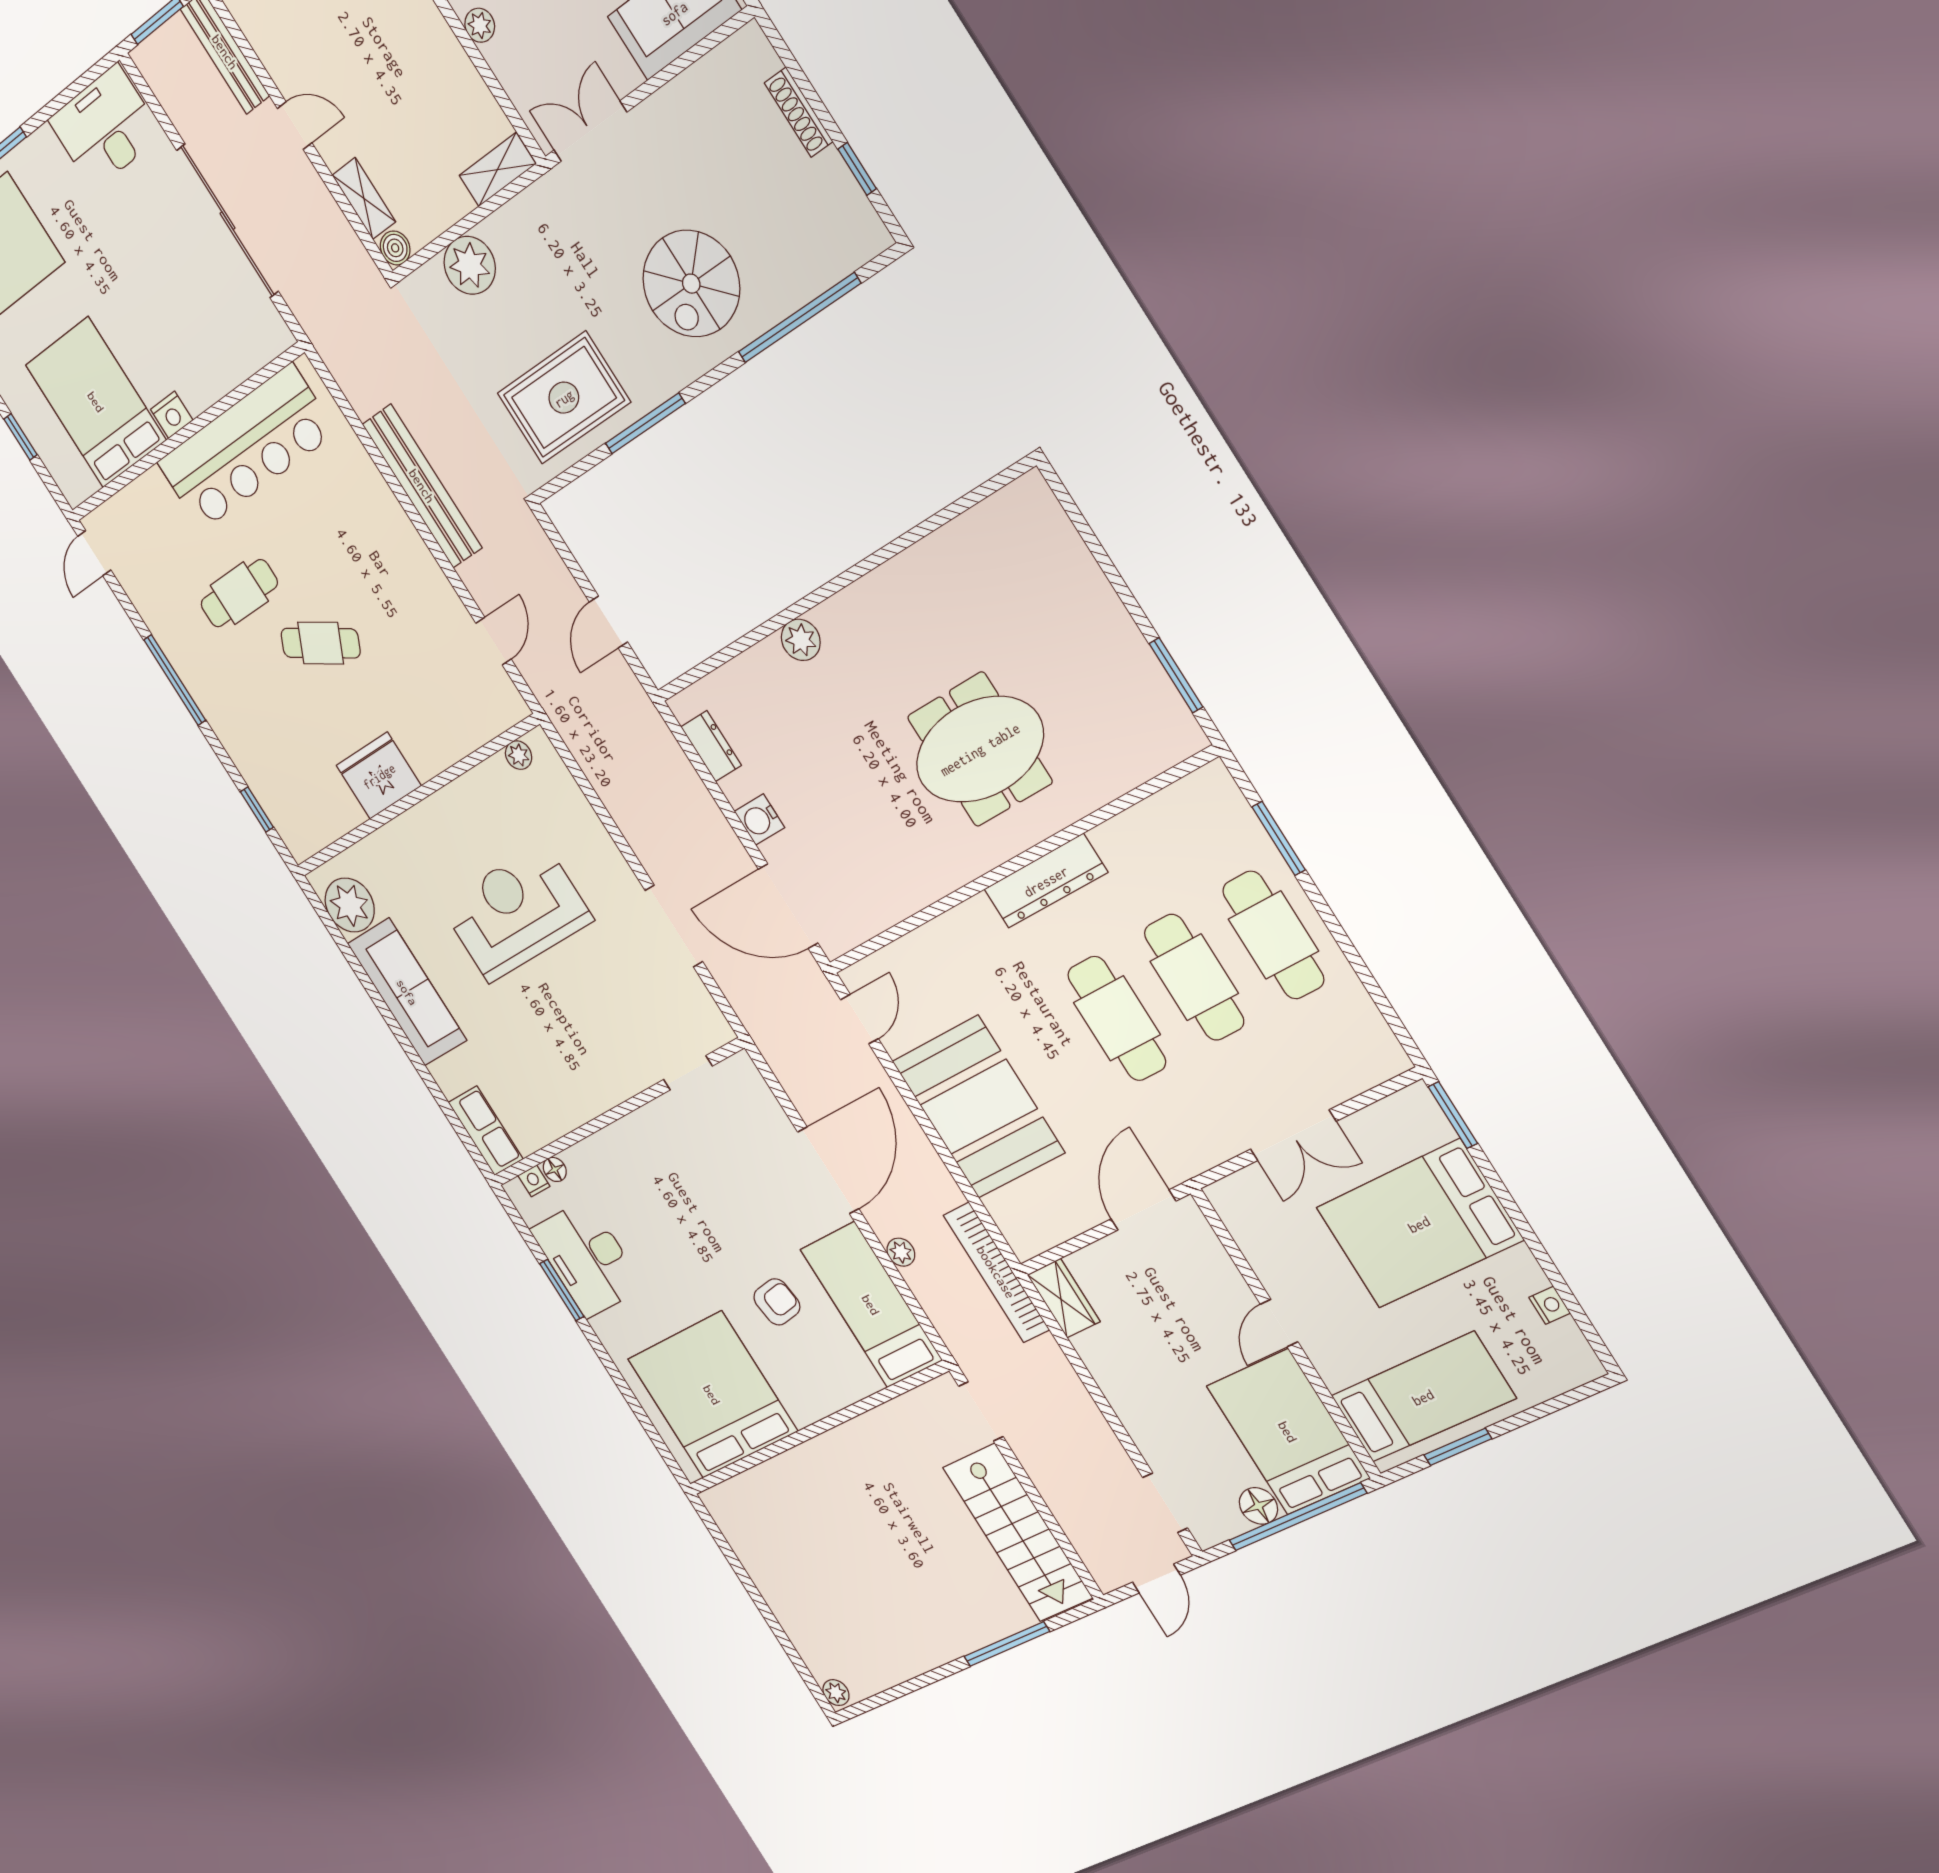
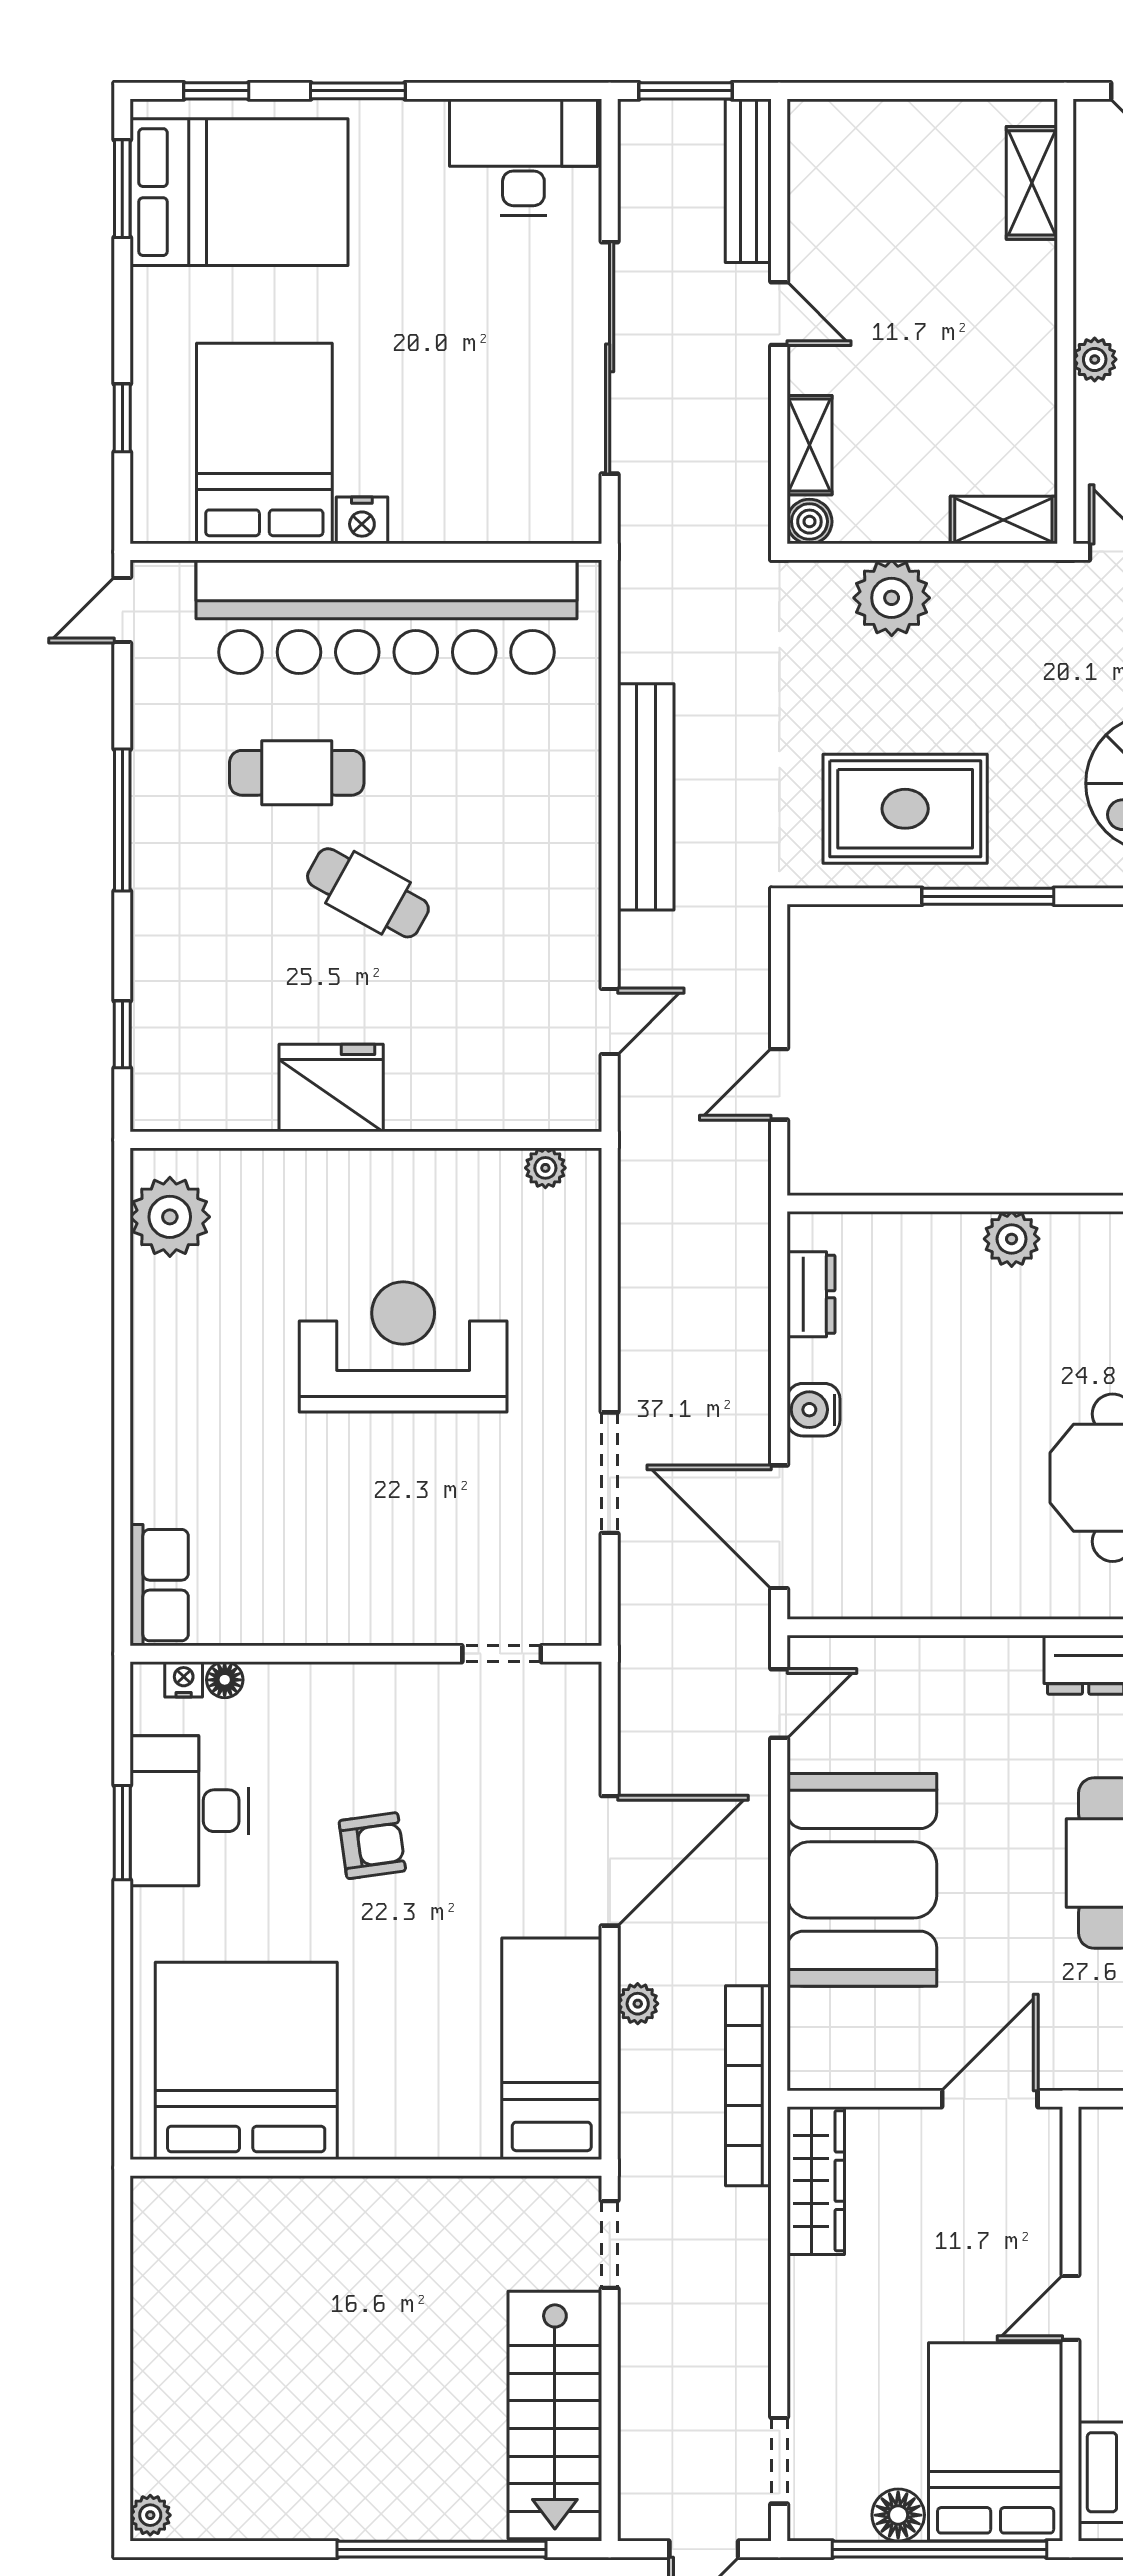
bar counter: (246, 448) -> (387, 617), width x1.36
sofa: (407, 992) -> (173, 1362), removed
wardrobe: (1064, 1298) -> (816, 2181), width x1.50
armchair: (777, 1302) -> (372, 1846), moved
window: (1007, 1644) -> (442, 2549), width x1.46

